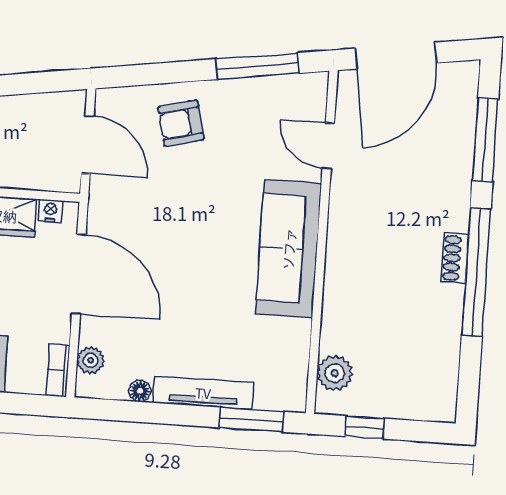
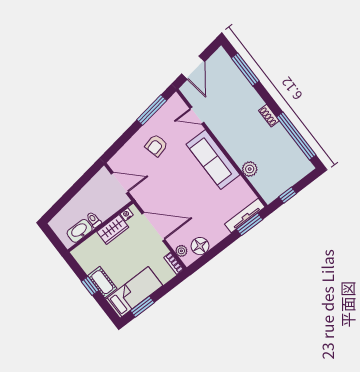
door: (396, 56) -> (193, 68), width x0.73
armchair: (181, 123) -> (156, 145), moved
window: (476, 272) -> (296, 136), moved
plant: (335, 373) -> (250, 169), moved
floor lamp: (140, 391) -> (200, 246), width x1.89, depth x1.89
tv unit: (203, 393) -> (245, 215), moved

